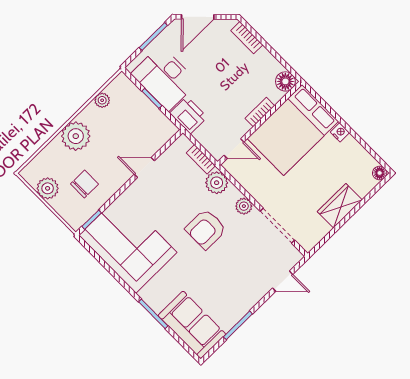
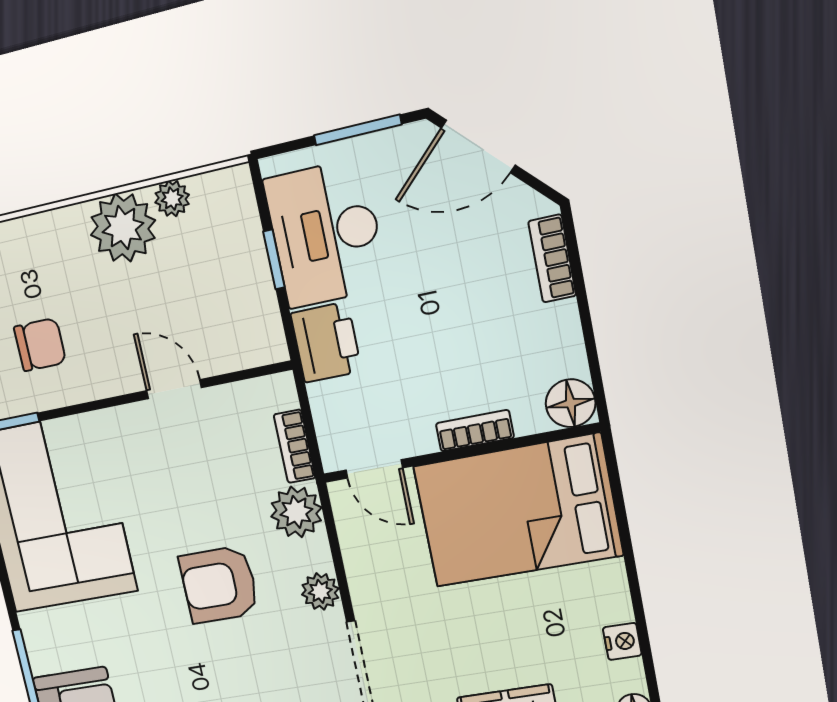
nightstand: (340, 132) -> (622, 641), moved
plant: (76, 136) -> (123, 228), moved

